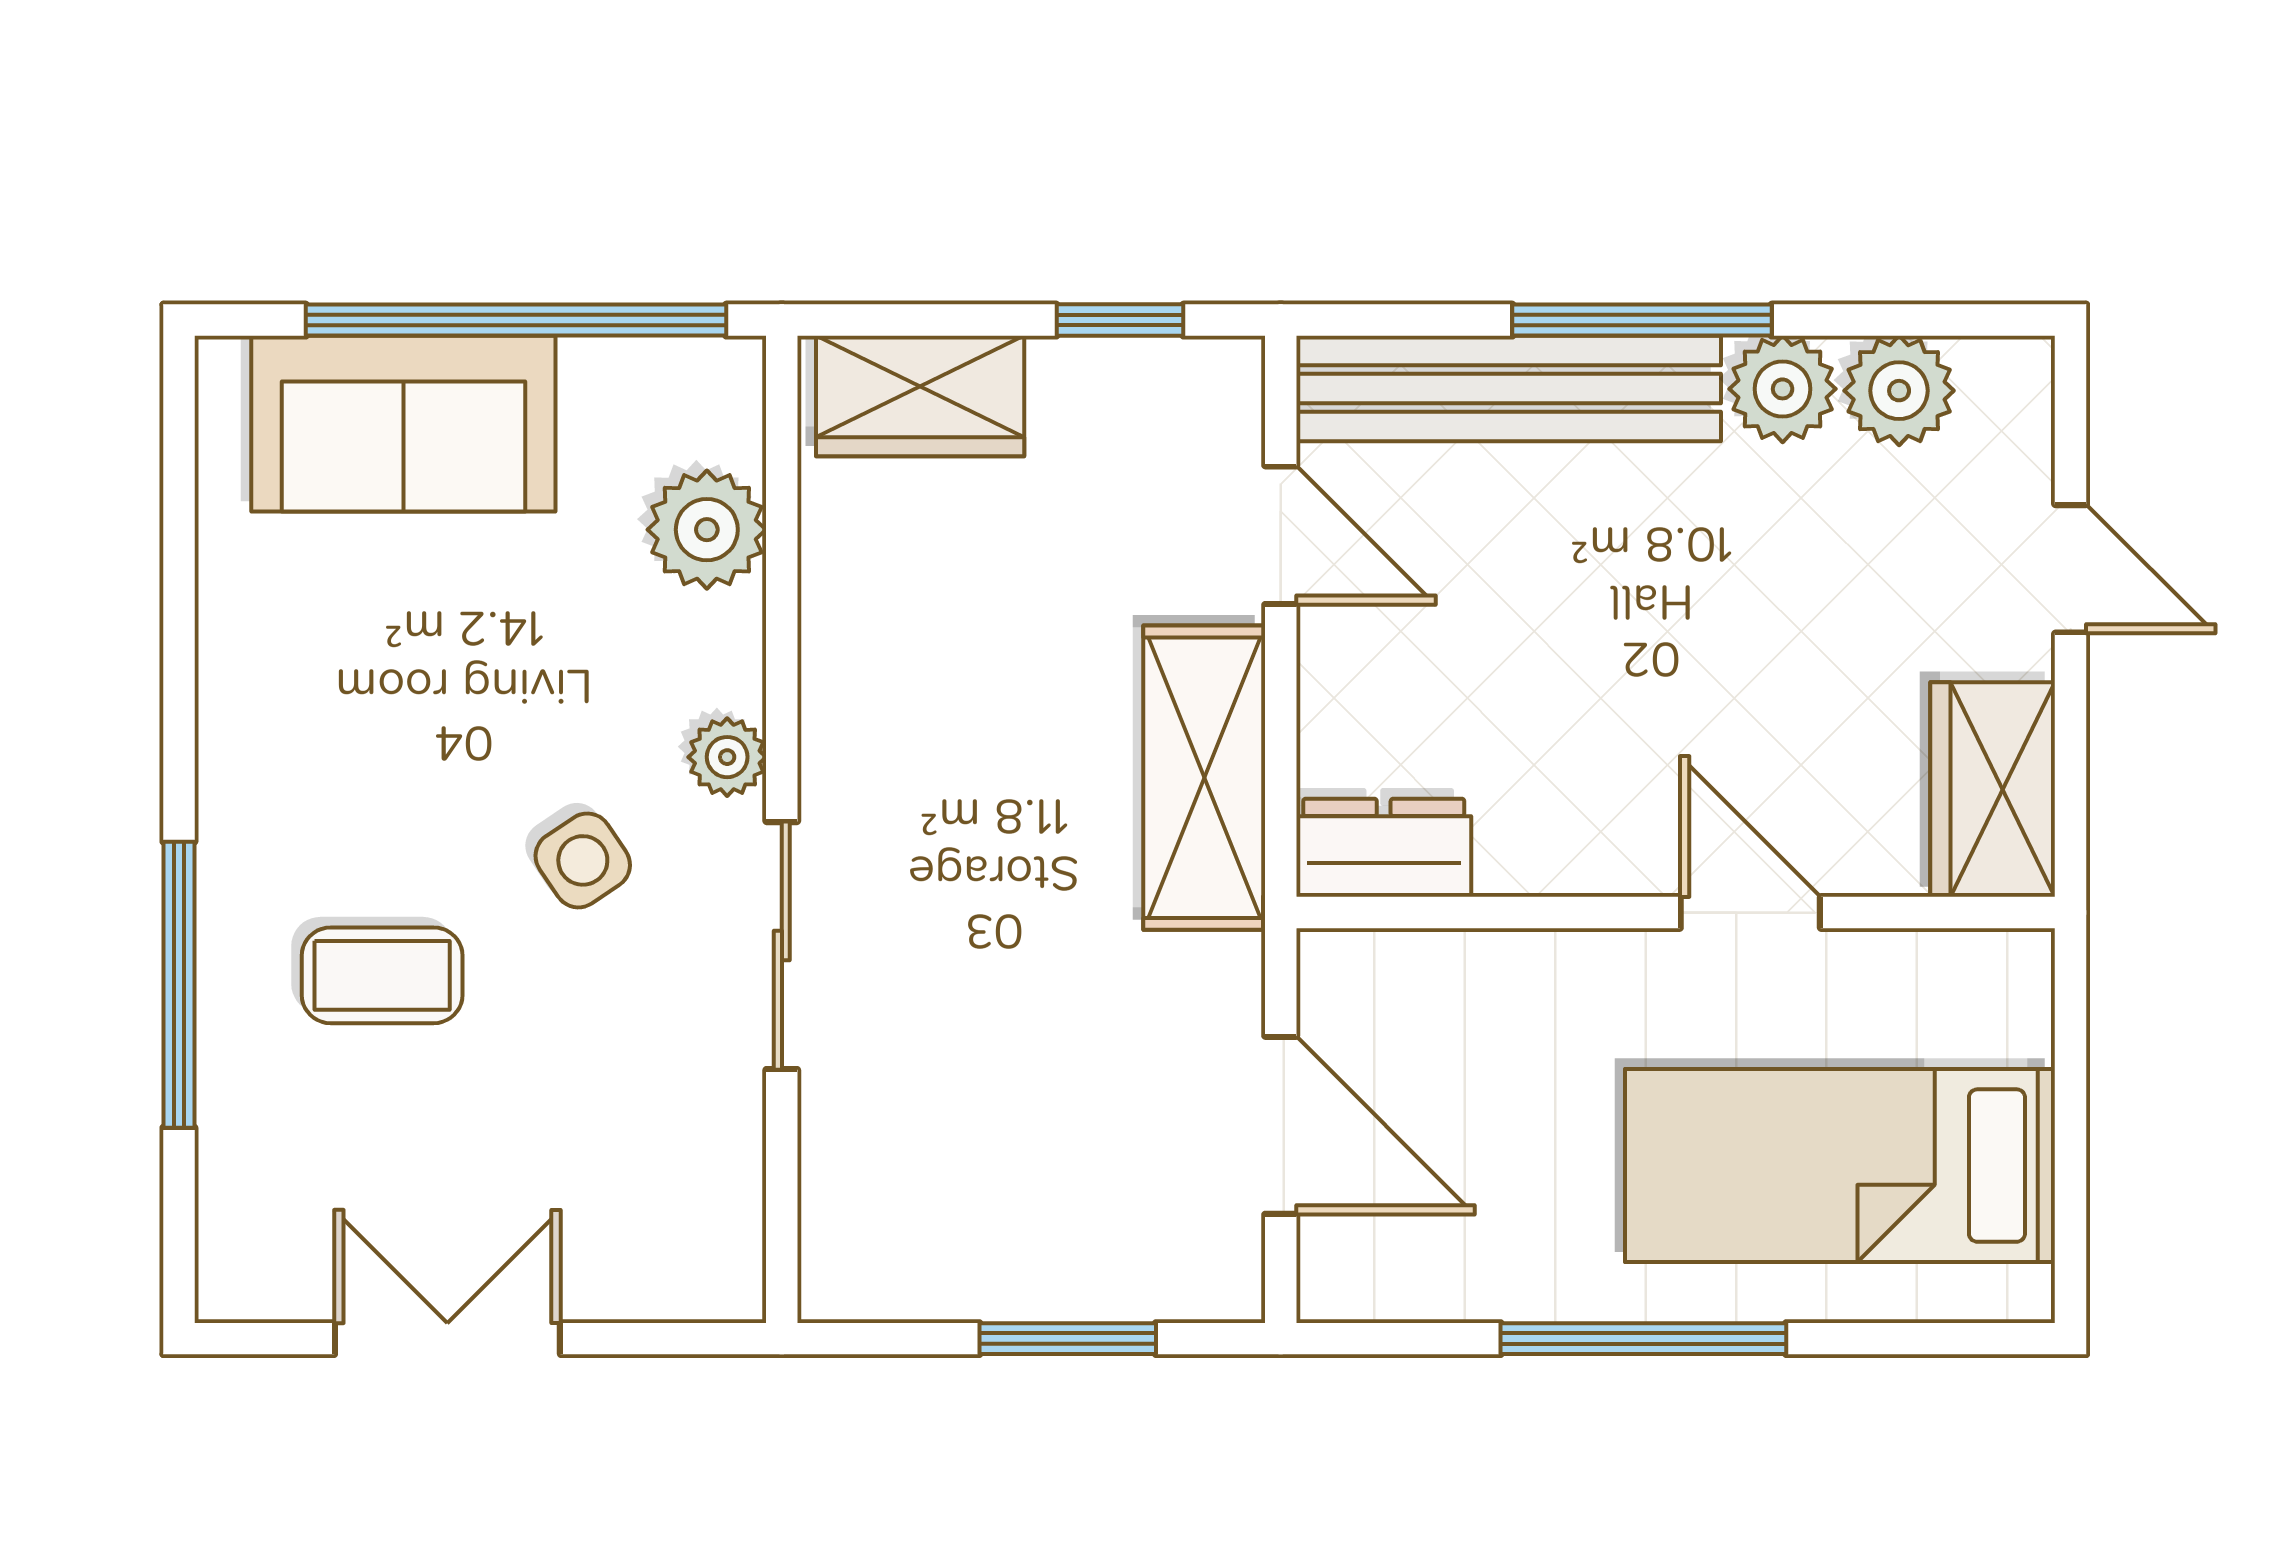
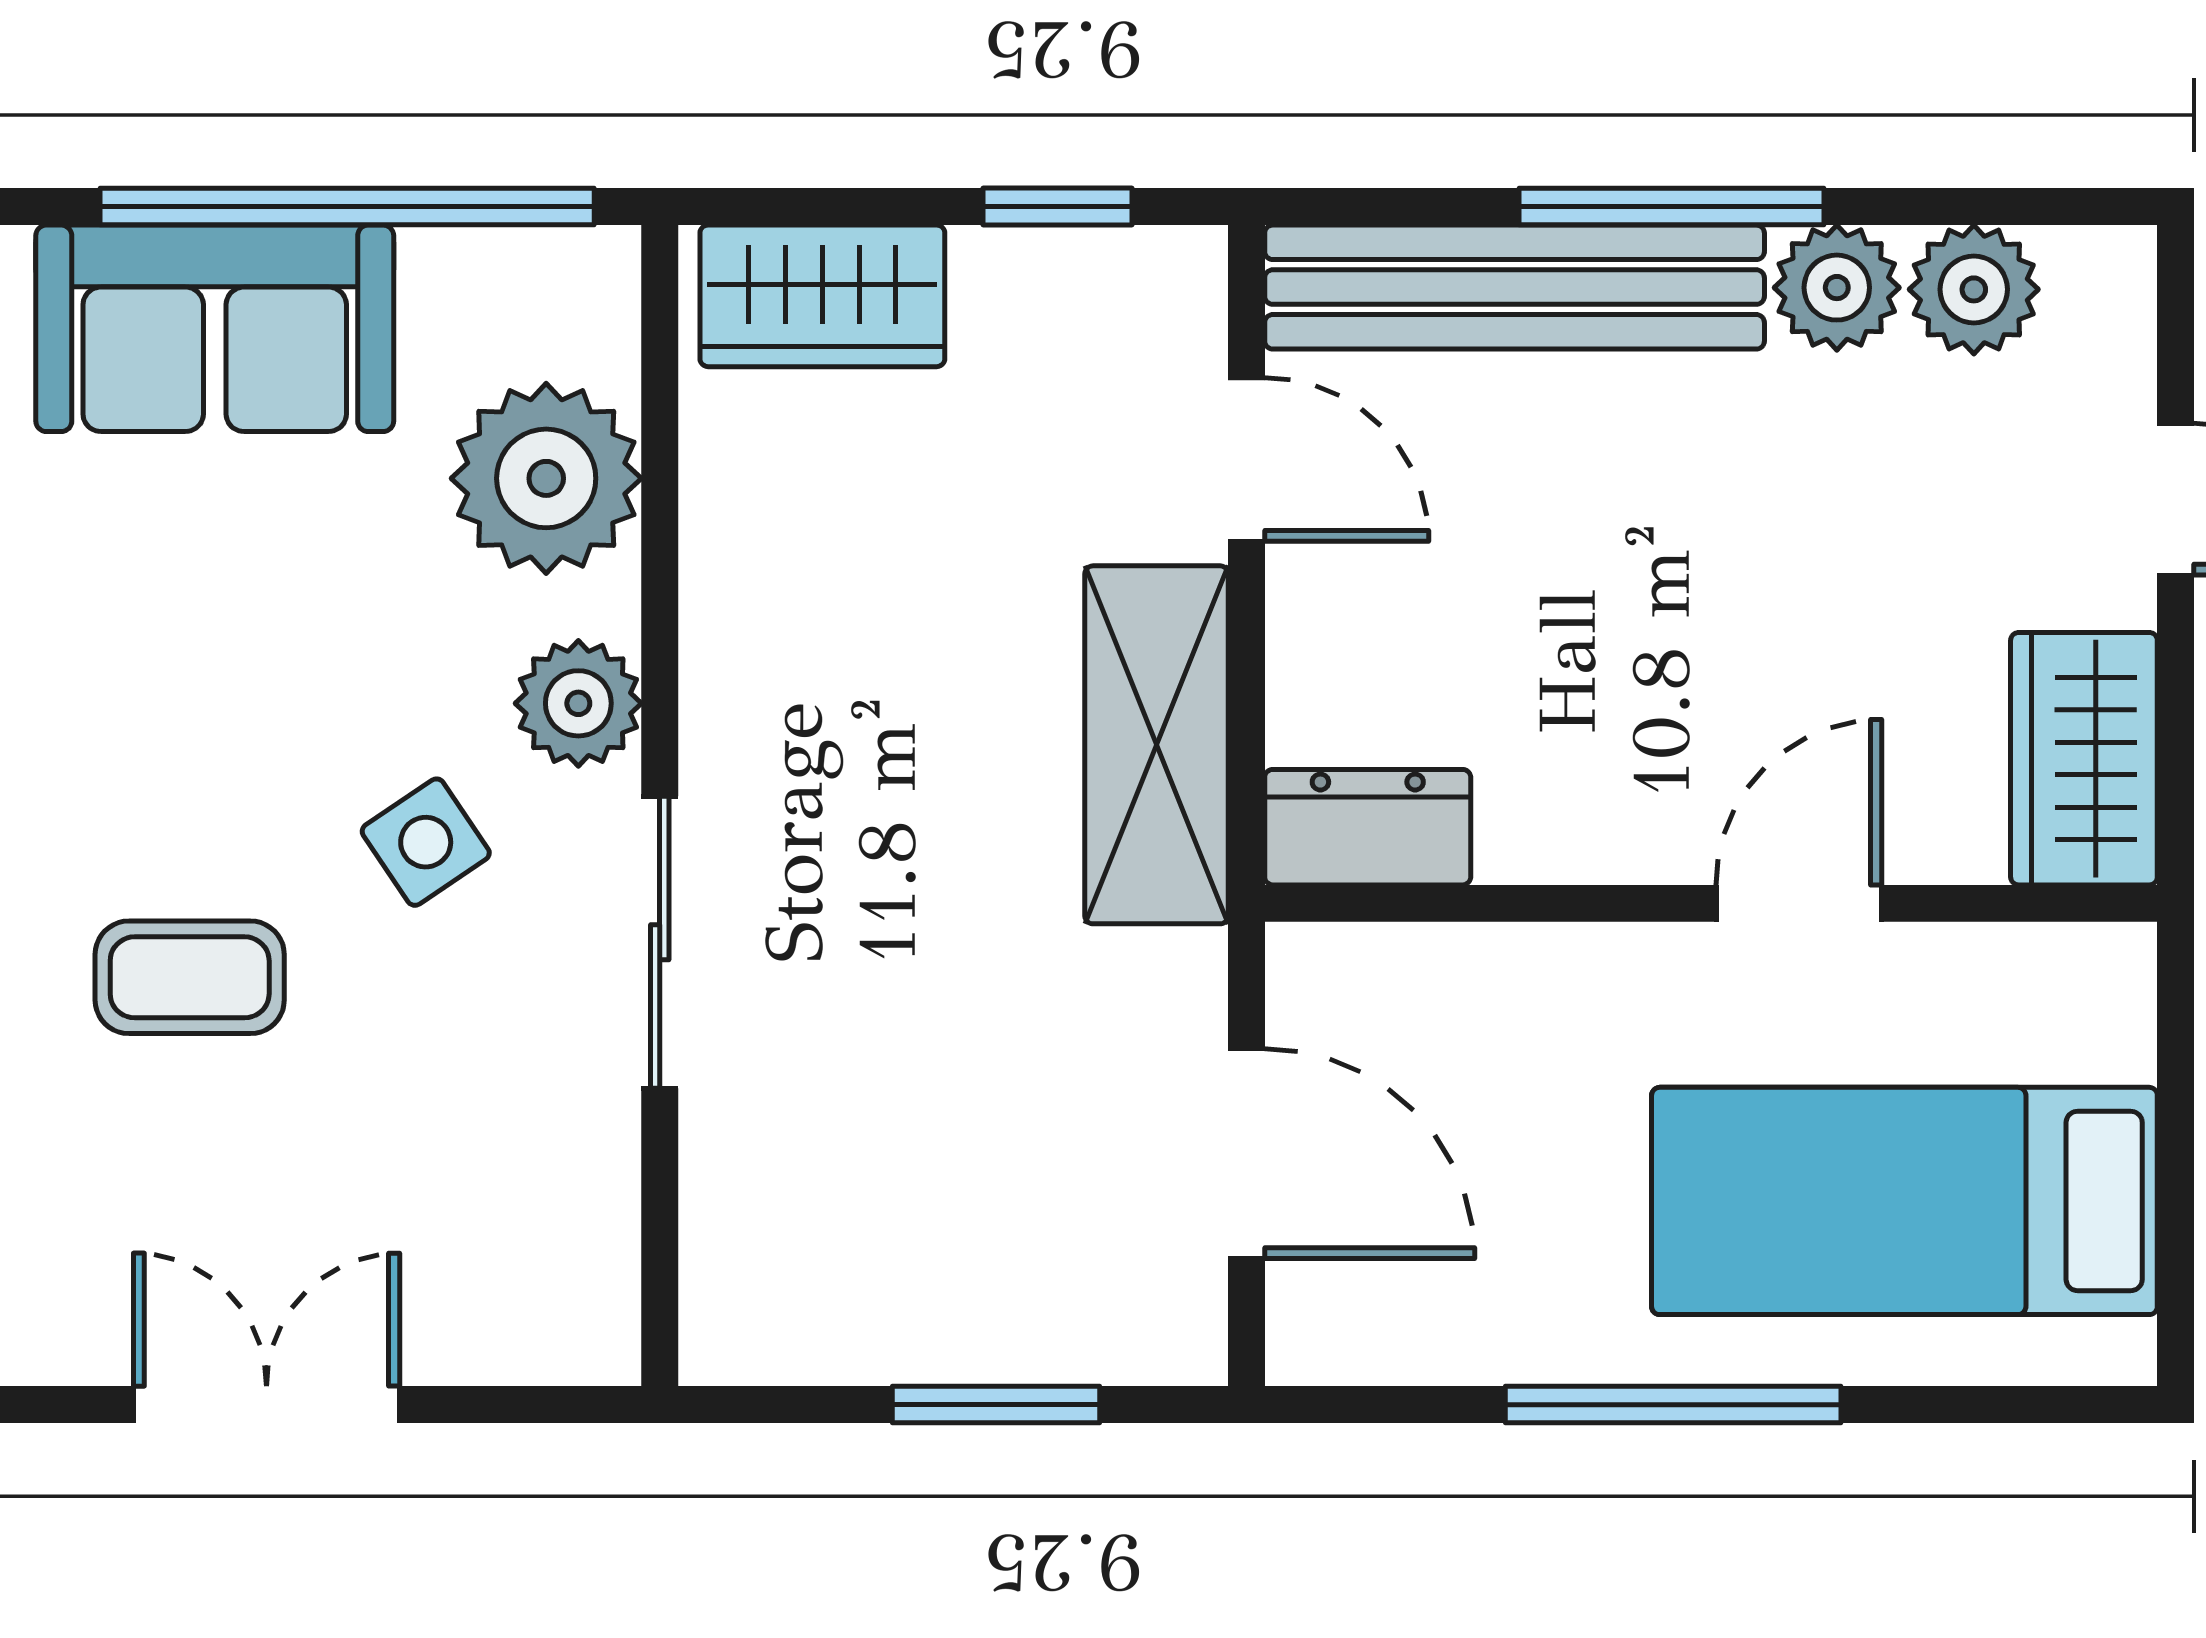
plant: (707, 530) -> (546, 478), width x1.36, depth x1.36
plant: (727, 757) -> (578, 703), width x1.38, depth x1.38
door: (1750, 913) -> (1799, 903), hinge flipped

